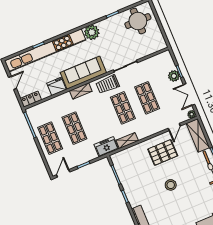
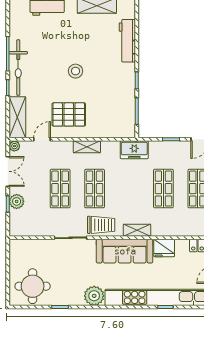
shelving: (127, 141) -> (87, 147), moved

